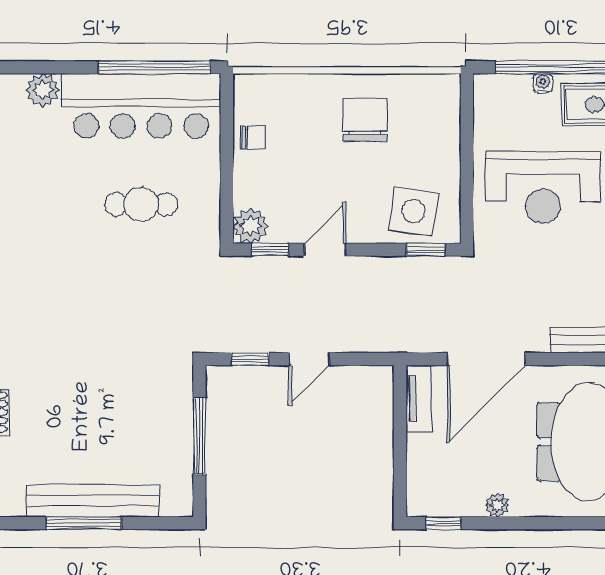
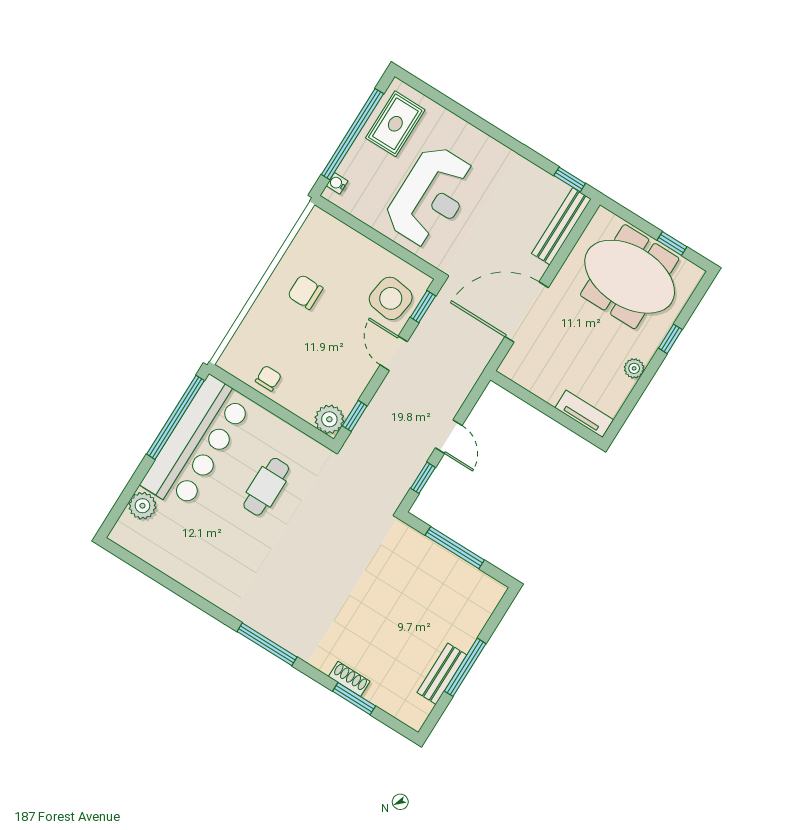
water cooler: (543, 83) -> (337, 183), moved
chair: (365, 120) -> (305, 292), width x0.73, depth x0.73
door: (325, 250) -> (394, 353), moved
door: (486, 359) -> (527, 312), swing flipped
tv unit: (419, 399) -> (584, 414), moved
bench: (93, 501) -> (442, 674), width x0.54, depth x0.82
window: (444, 523) -> (670, 339), moved

